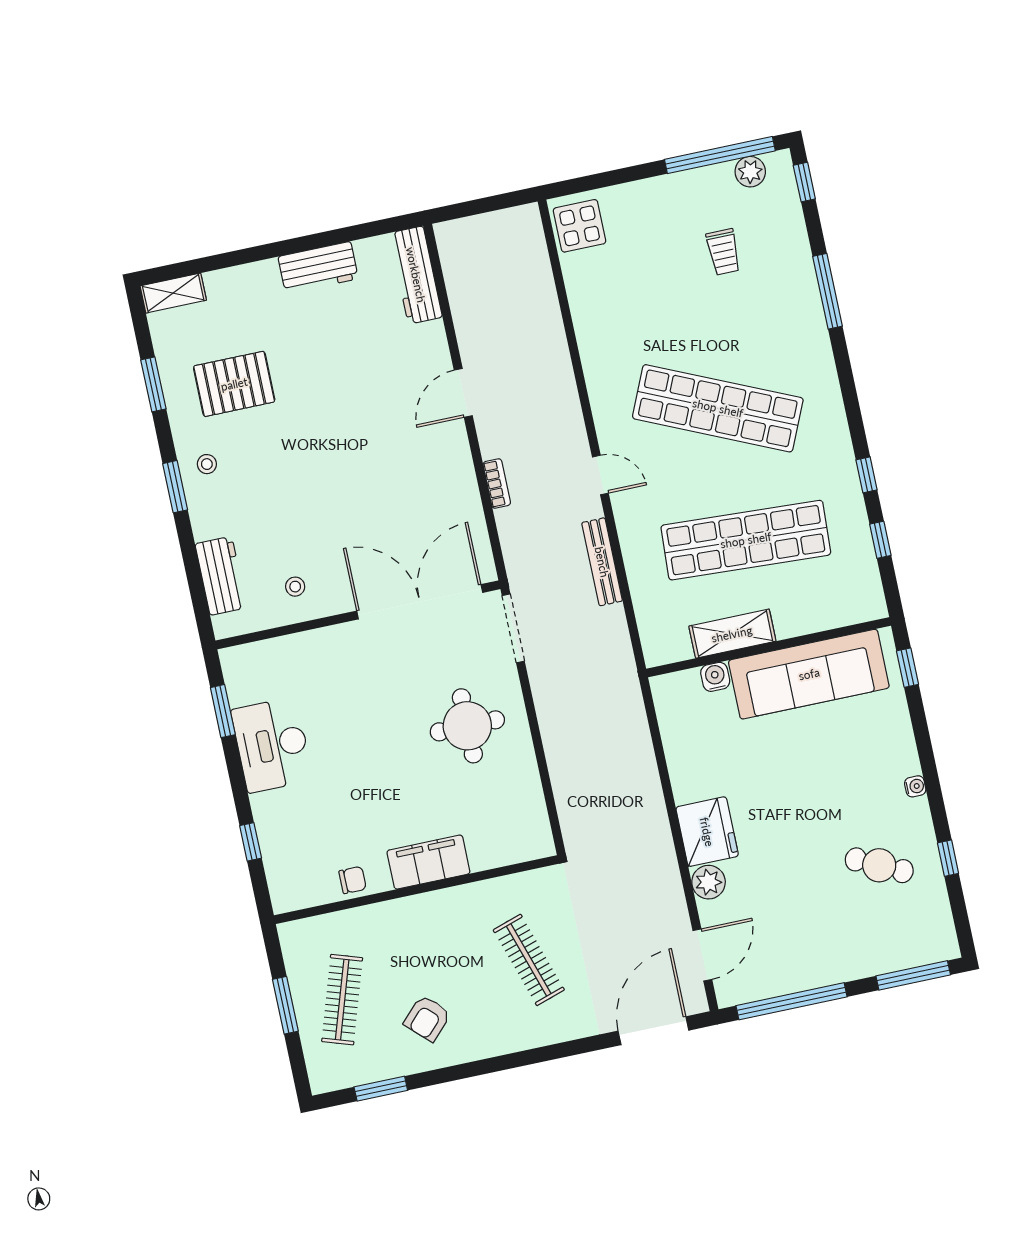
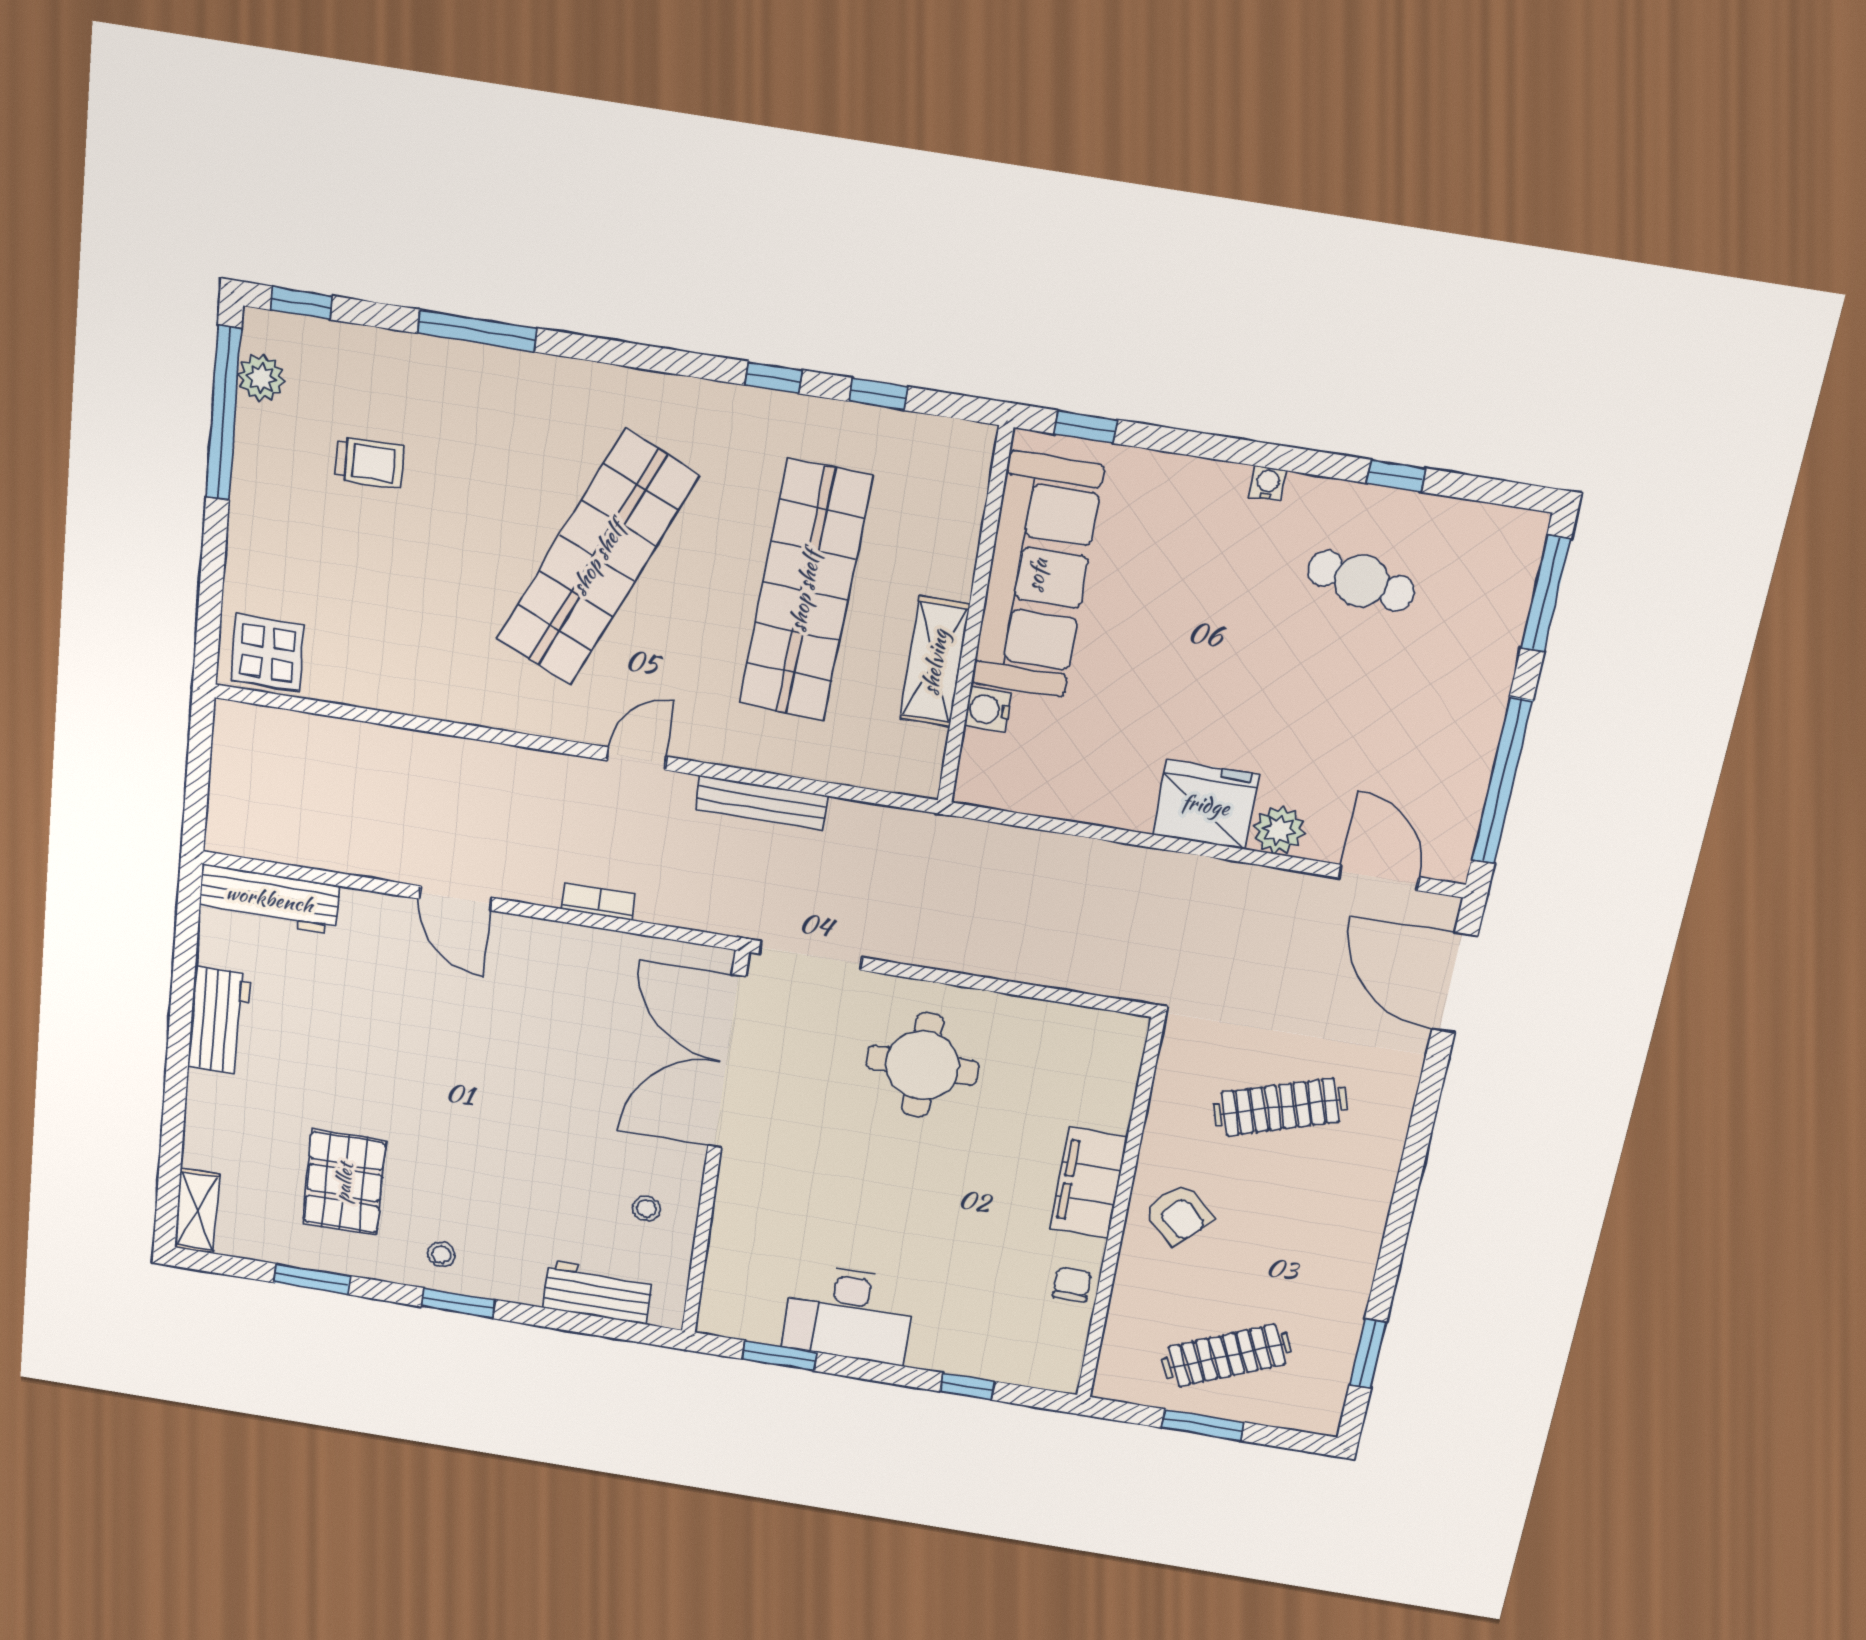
cafe table: (879, 865) -> (1361, 581), turned 74
clothes rail: (342, 1000) -> (1227, 1356), turned -42
armchair: (427, 1018) -> (1178, 1214), moved

